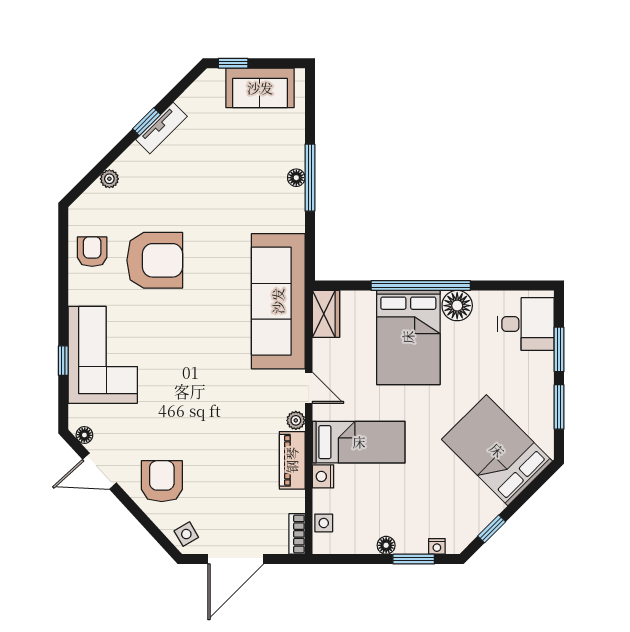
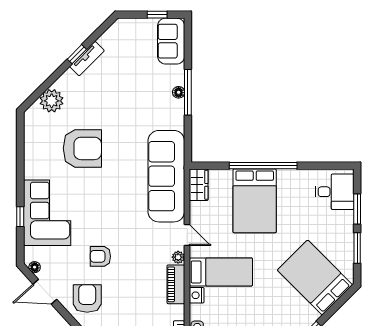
window: (233, 63) -> (157, 15), moved
sofa: (260, 88) -> (171, 41), moved, turned 90
plant: (109, 179) -> (52, 101), width x1.88, depth x1.88
armchair: (92, 252) -> (100, 256), moved, turned -90
floor lamp: (457, 306) -> (288, 179), removed

